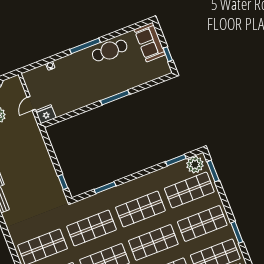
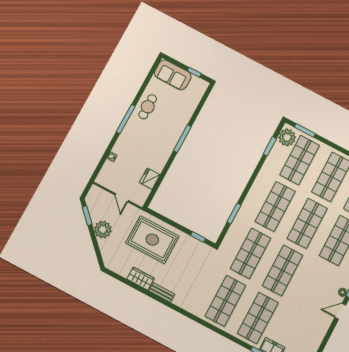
cafe table: (110, 51) -> (148, 107), width x0.73, depth x0.74
fridge: (46, 114) -> (150, 179), moved
rug: (27, 155) -> (152, 240), added

